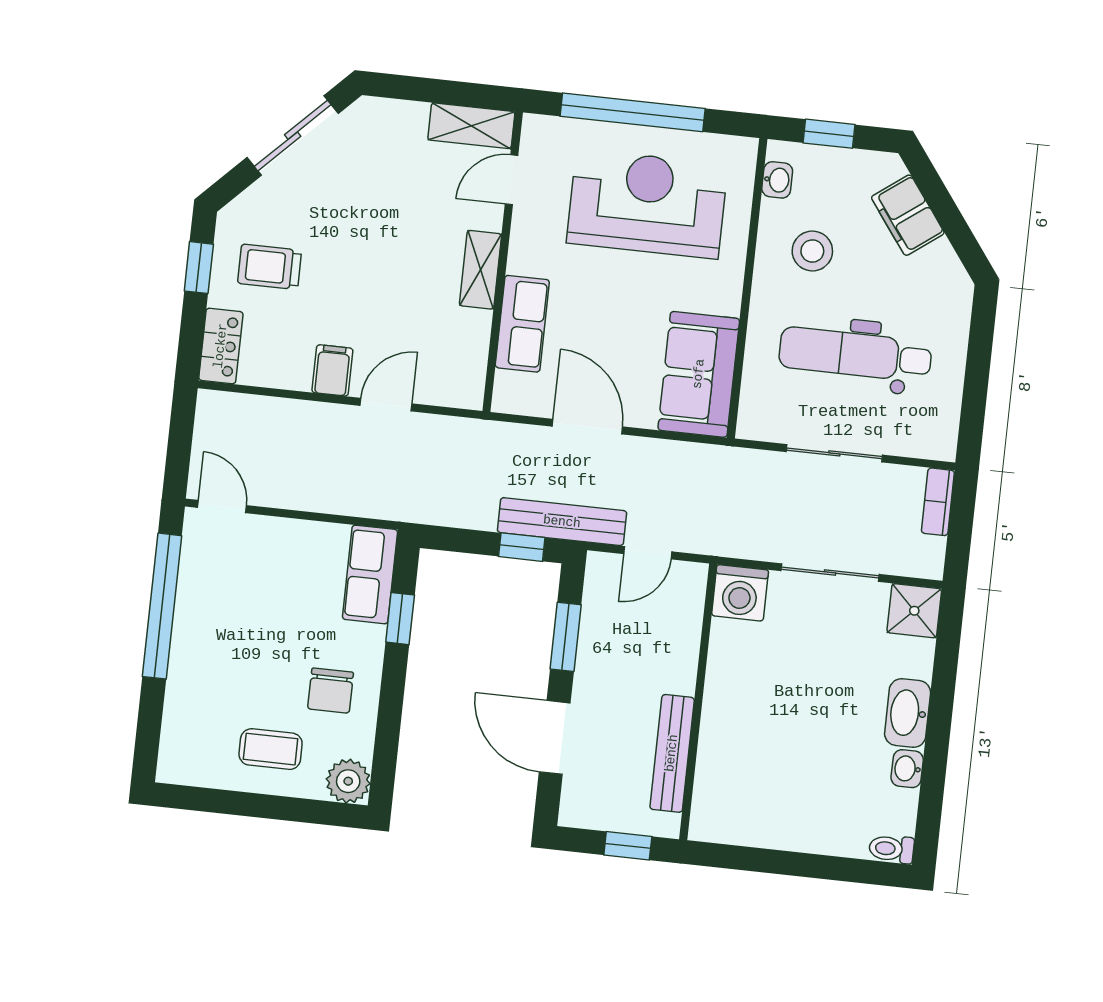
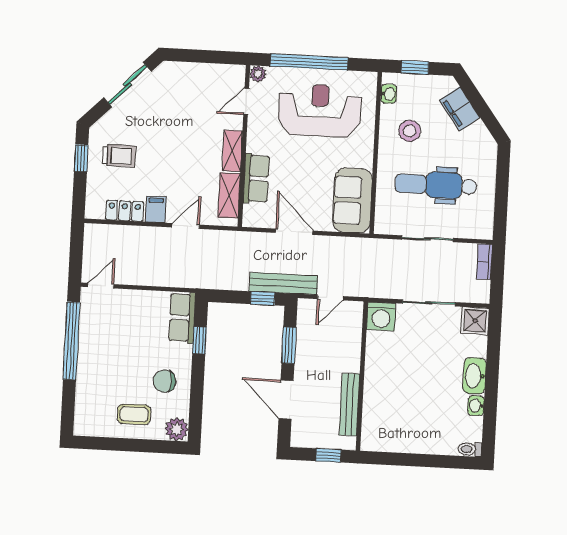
shelving: (471, 126) -> (229, 195), moved, turned 90
plant: (536, 129) -> (258, 74), added
trolley: (270, 267) -> (119, 156), turned 180
locker: (221, 346) -> (125, 211), moved, turned -90
door: (222, 506) -> (101, 286), hinge flipped
chair: (331, 691) -> (164, 381), turned 90

